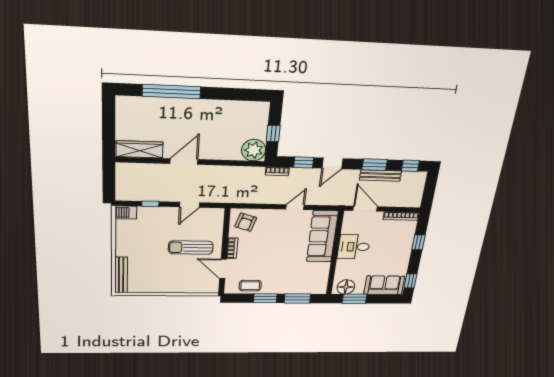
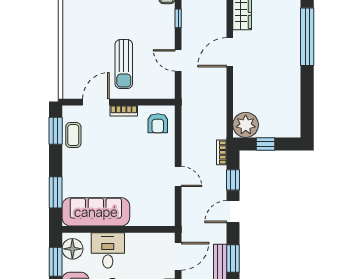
door: (184, 162) -> (230, 52), swing flipped
door: (332, 163) -> (233, 212), hinge flipped
armchair: (246, 222) -> (158, 123), turned -107
sofa: (322, 236) -> (96, 212), moved
desk: (354, 247) -> (108, 250), moved
sun lounger: (191, 248) -> (124, 64), turned 180
window: (265, 298) -> (56, 131), moved

